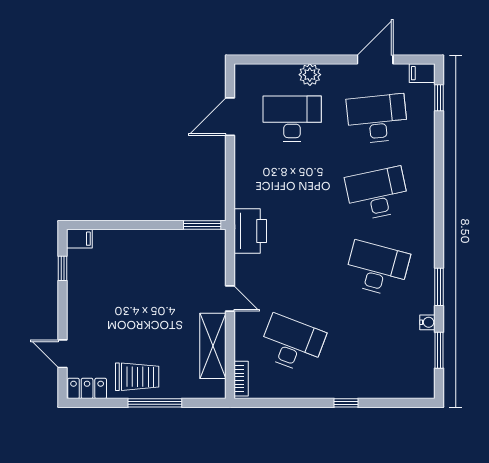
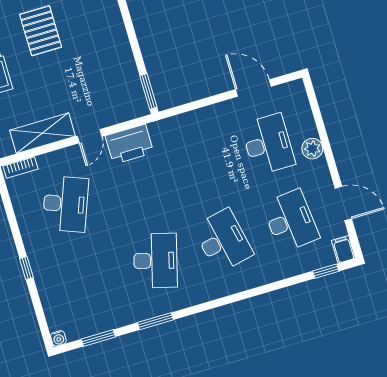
printer: (250, 231) -> (129, 144), moved
pallet: (108, 317) -> (41, 31), added
water cooler: (427, 322) -> (58, 338), moved

